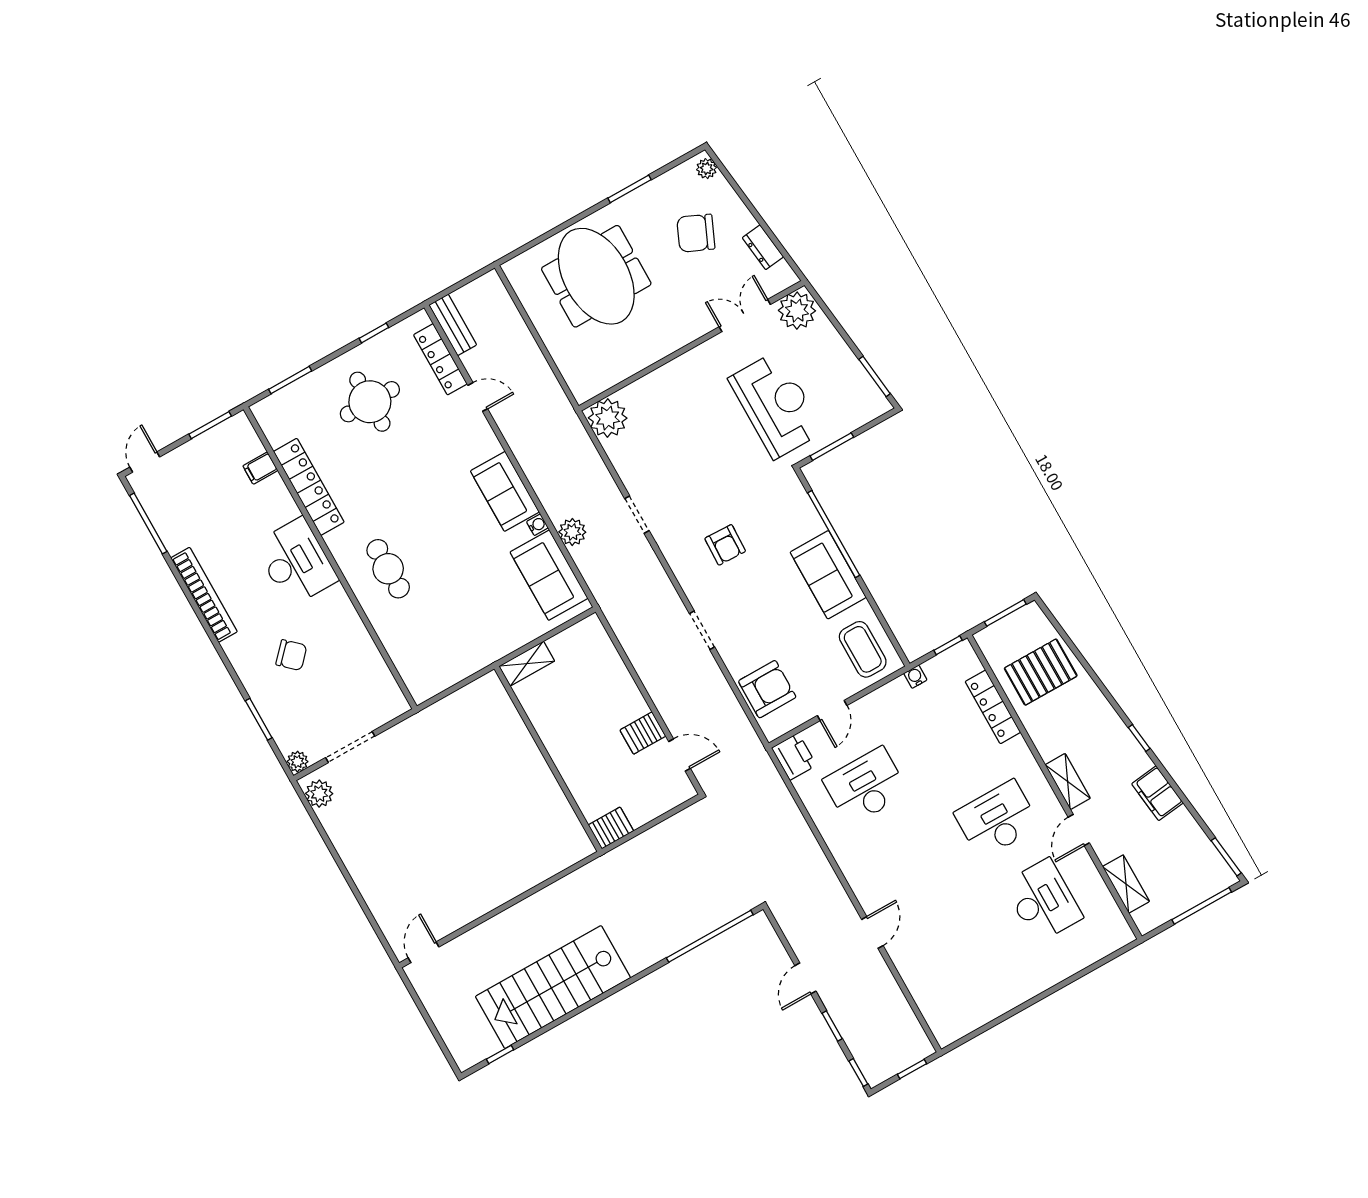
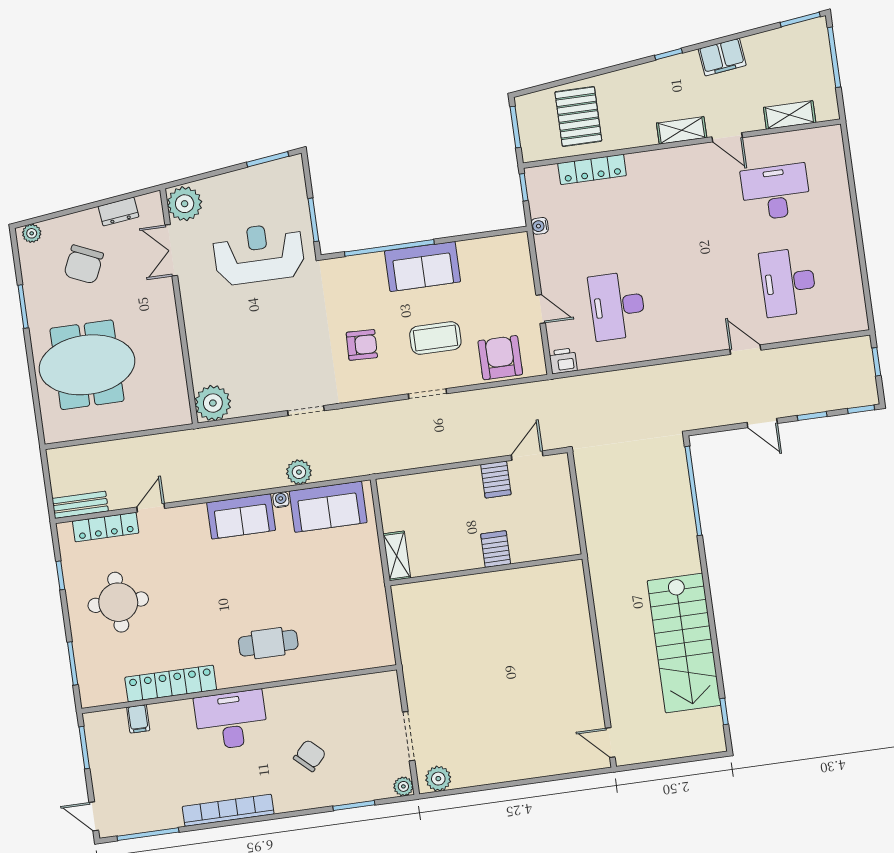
coffee table: (863, 649) -> (435, 338), moved
printer: (794, 757) -> (563, 361), width x0.73, depth x0.81
desk: (997, 819) -> (788, 282), moved
server rack: (611, 828) -> (496, 549), moved

